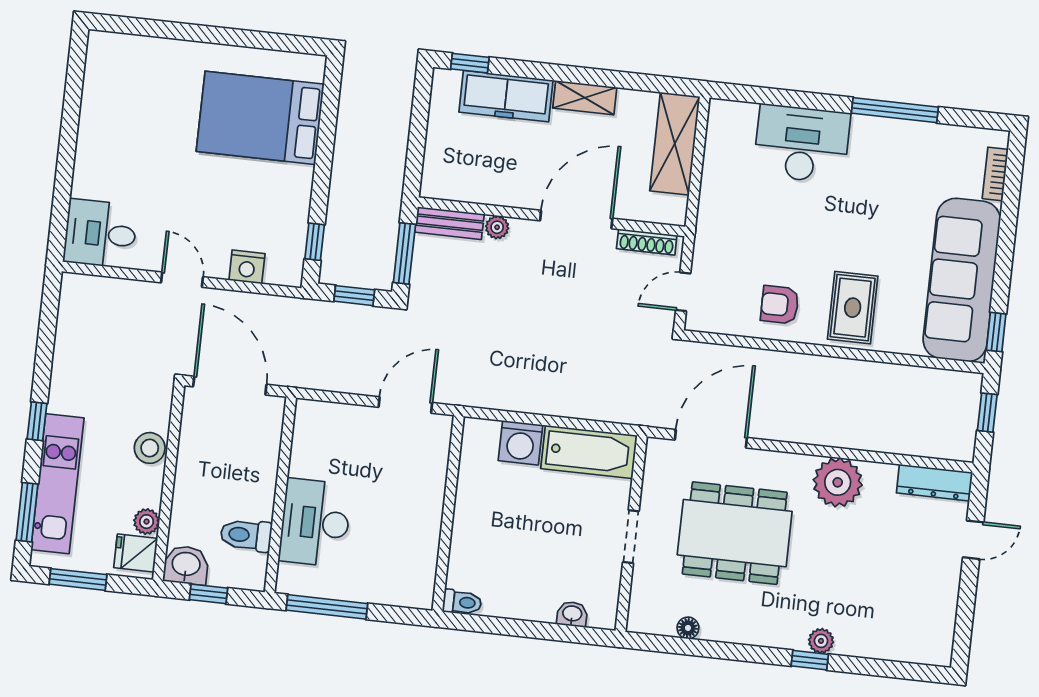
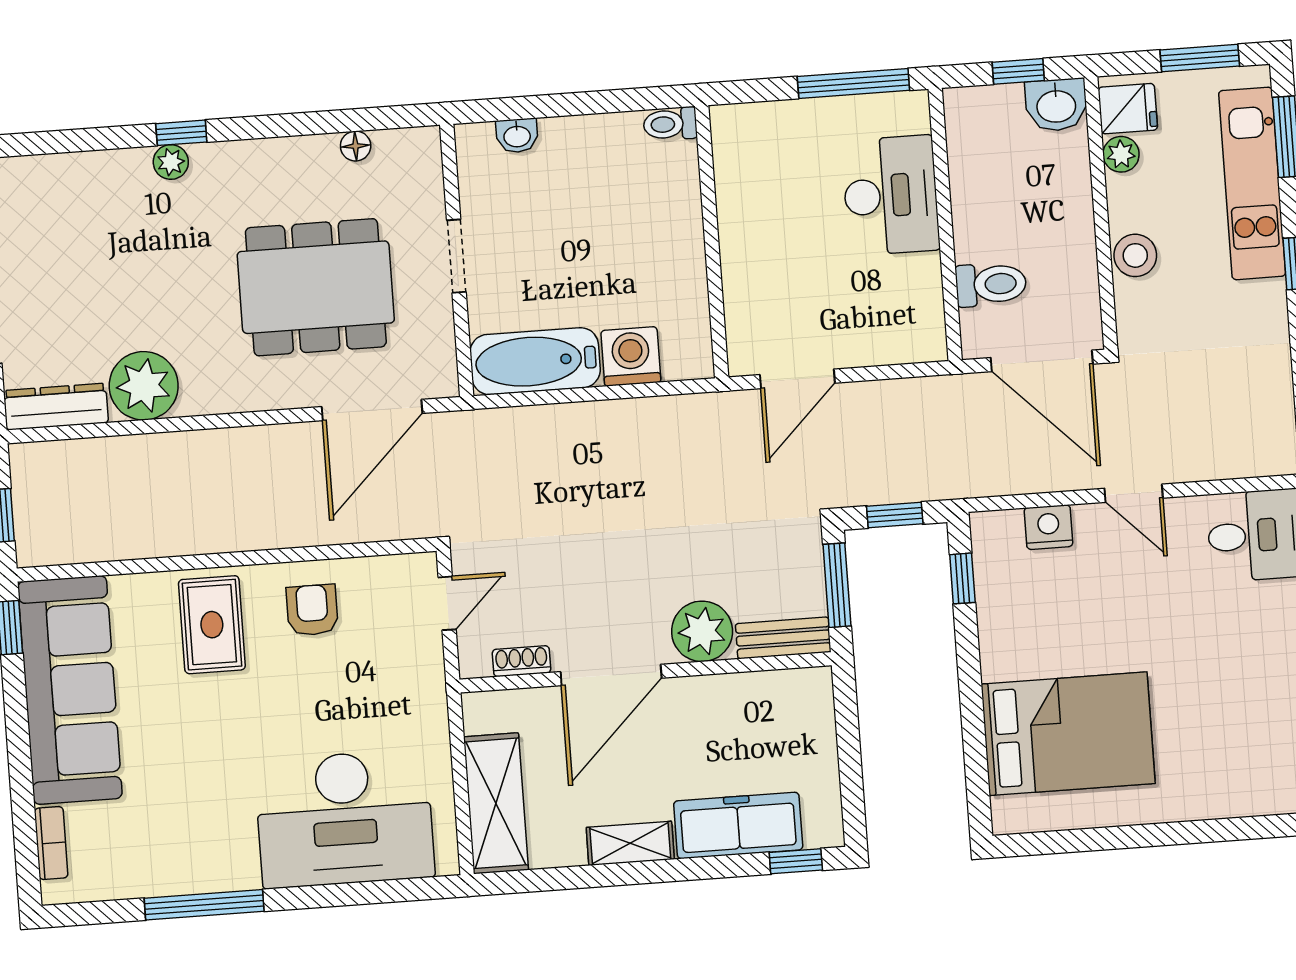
desk: (802, 144) -> (345, 819), width x1.36, depth x1.30
plant: (497, 227) -> (702, 631), width x1.88, depth x1.88
shoe rack: (647, 242) -> (521, 661), width x0.70
armchair: (780, 305) -> (312, 610), turned -90
plant: (838, 482) -> (144, 386), moved
toilet: (246, 535) -> (991, 284), moved

